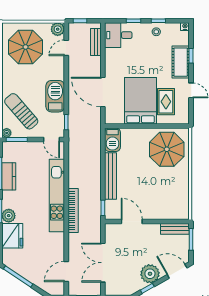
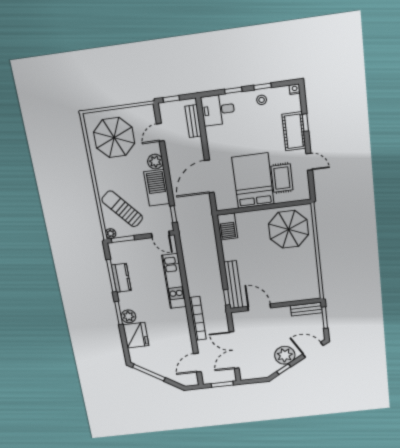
plant: (58, 29) -> (155, 162), moved
door: (103, 92) -> (209, 177), hinge flipped
bench: (111, 176) -> (233, 285), moved
kitchen unit: (57, 196) -> (174, 281), width x0.73
bookcase: (73, 211) -> (198, 318), moved

